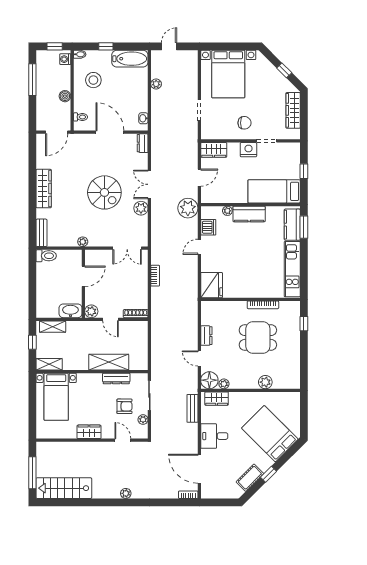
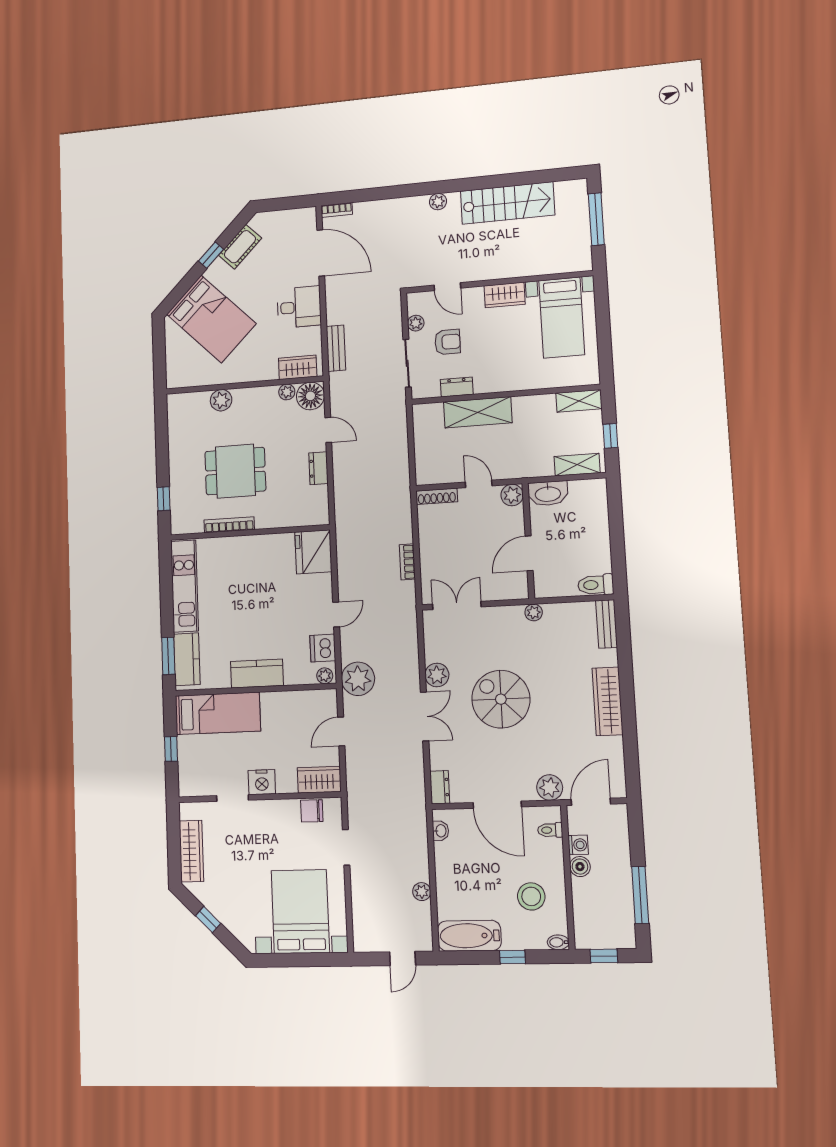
washing machine: (65, 59) -> (578, 845), moved
chair: (244, 123) -> (312, 811), moved
plant: (79, 141) -> (550, 787), added
plant: (227, 211) -> (325, 676), moved
dresser: (116, 378) -> (457, 387), width x0.70
bed with nightstands: (56, 397) -> (562, 318), moved, turned 180
armchair: (124, 406) -> (448, 342), turned 180
stairs: (64, 488) -> (507, 203), moved

